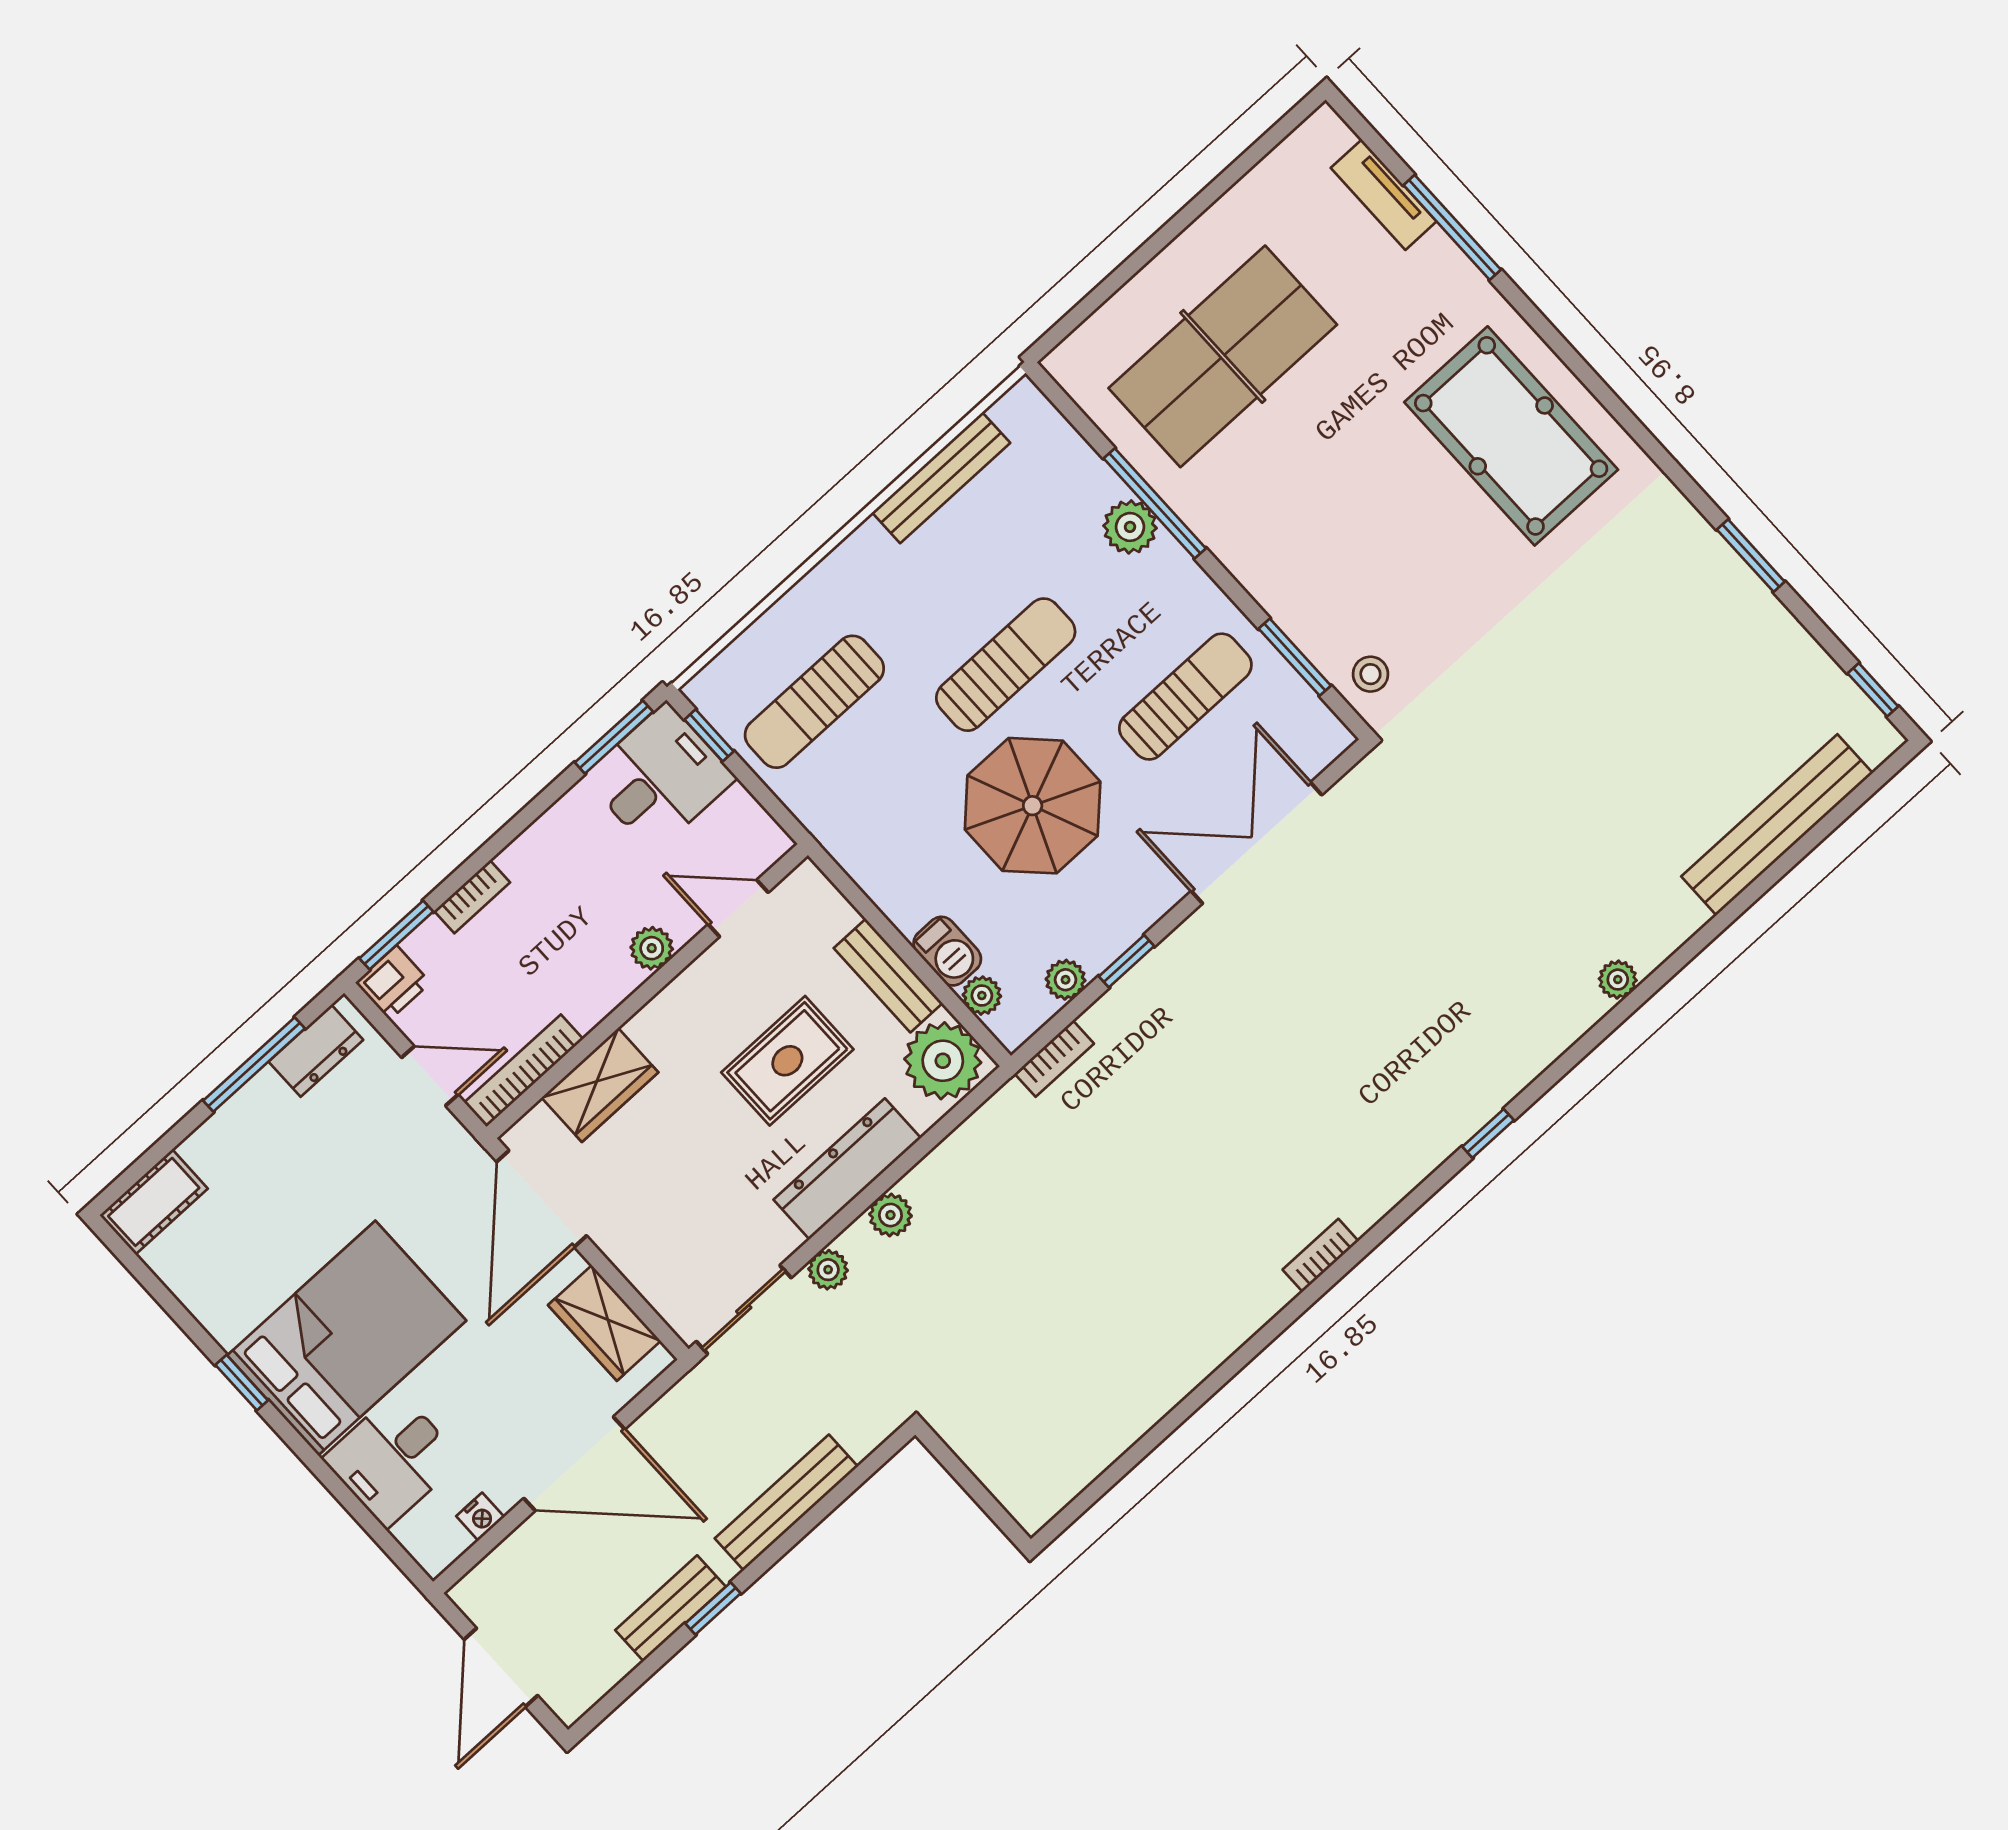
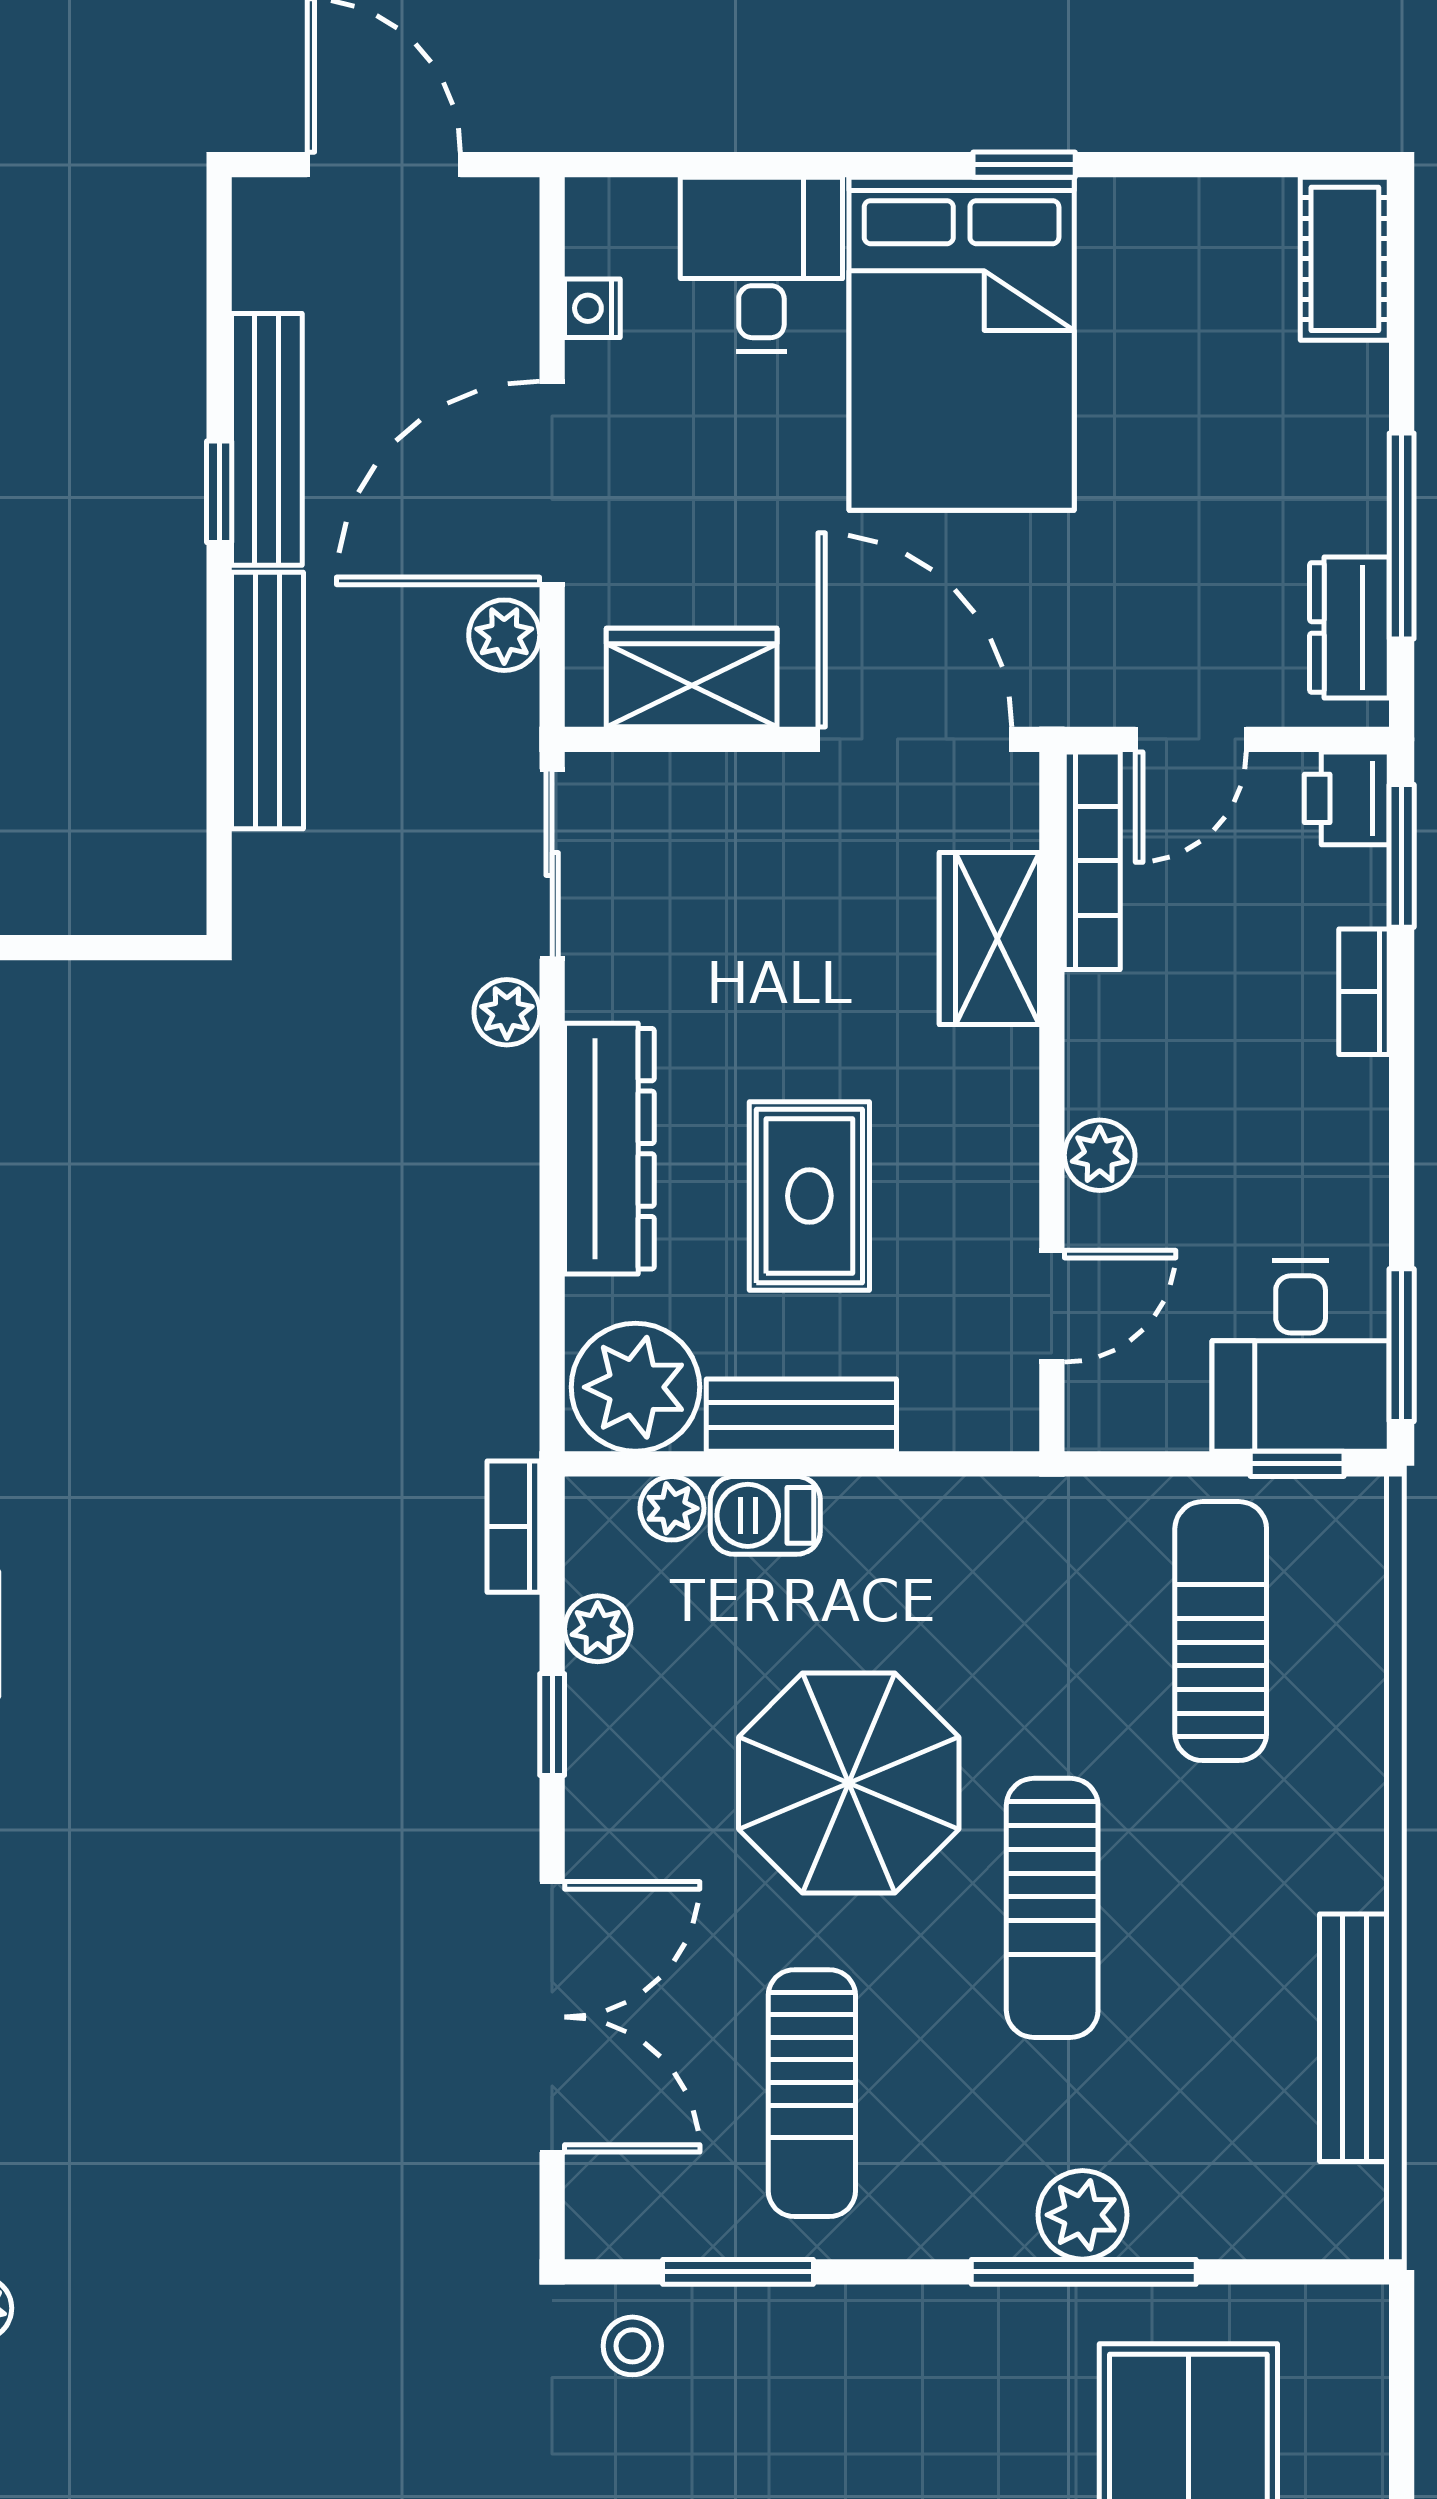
plant: (890, 1215) -> (504, 635), moved
bench: (670, 1608) -> (267, 439), width x1.36

